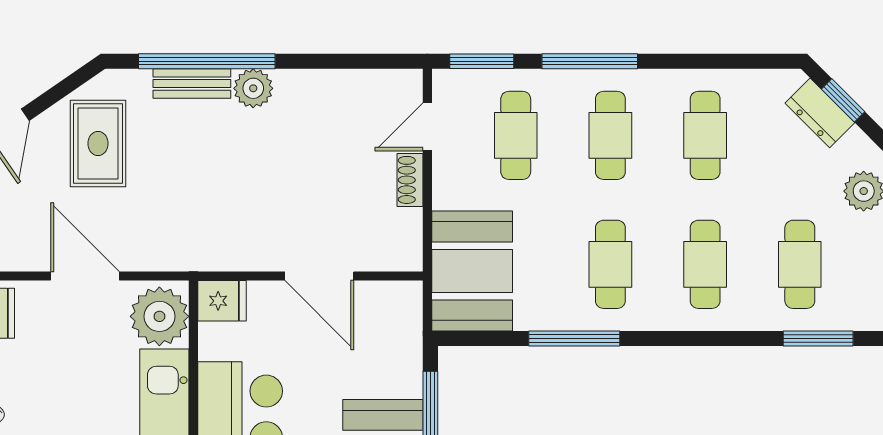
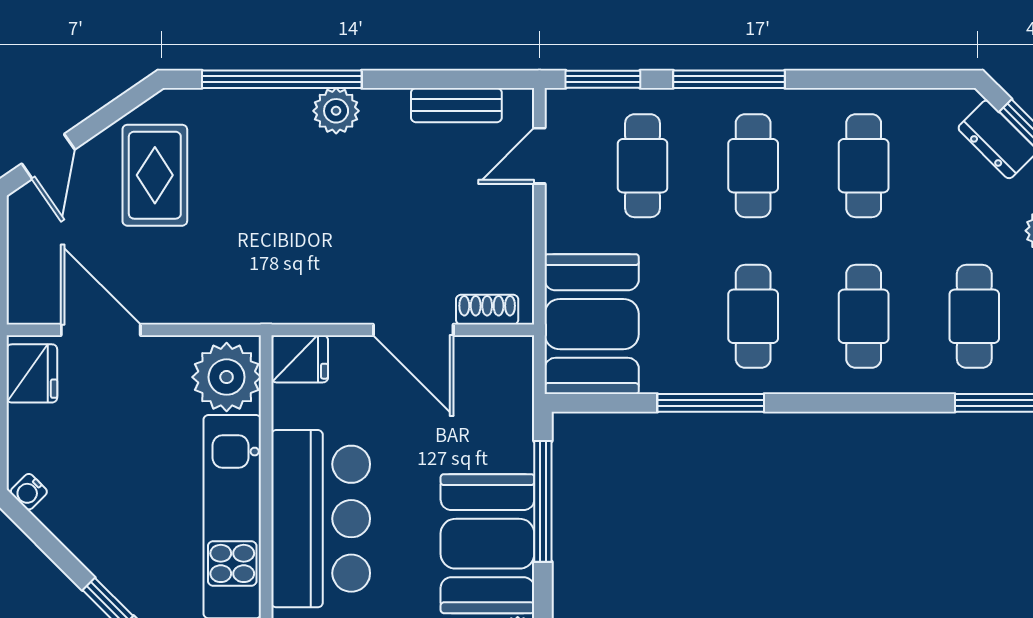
bench: (192, 84) -> (456, 105), moved
shoe rack: (410, 180) -> (487, 310), moved, turned 90
door: (85, 276) -> (101, 330), moved

